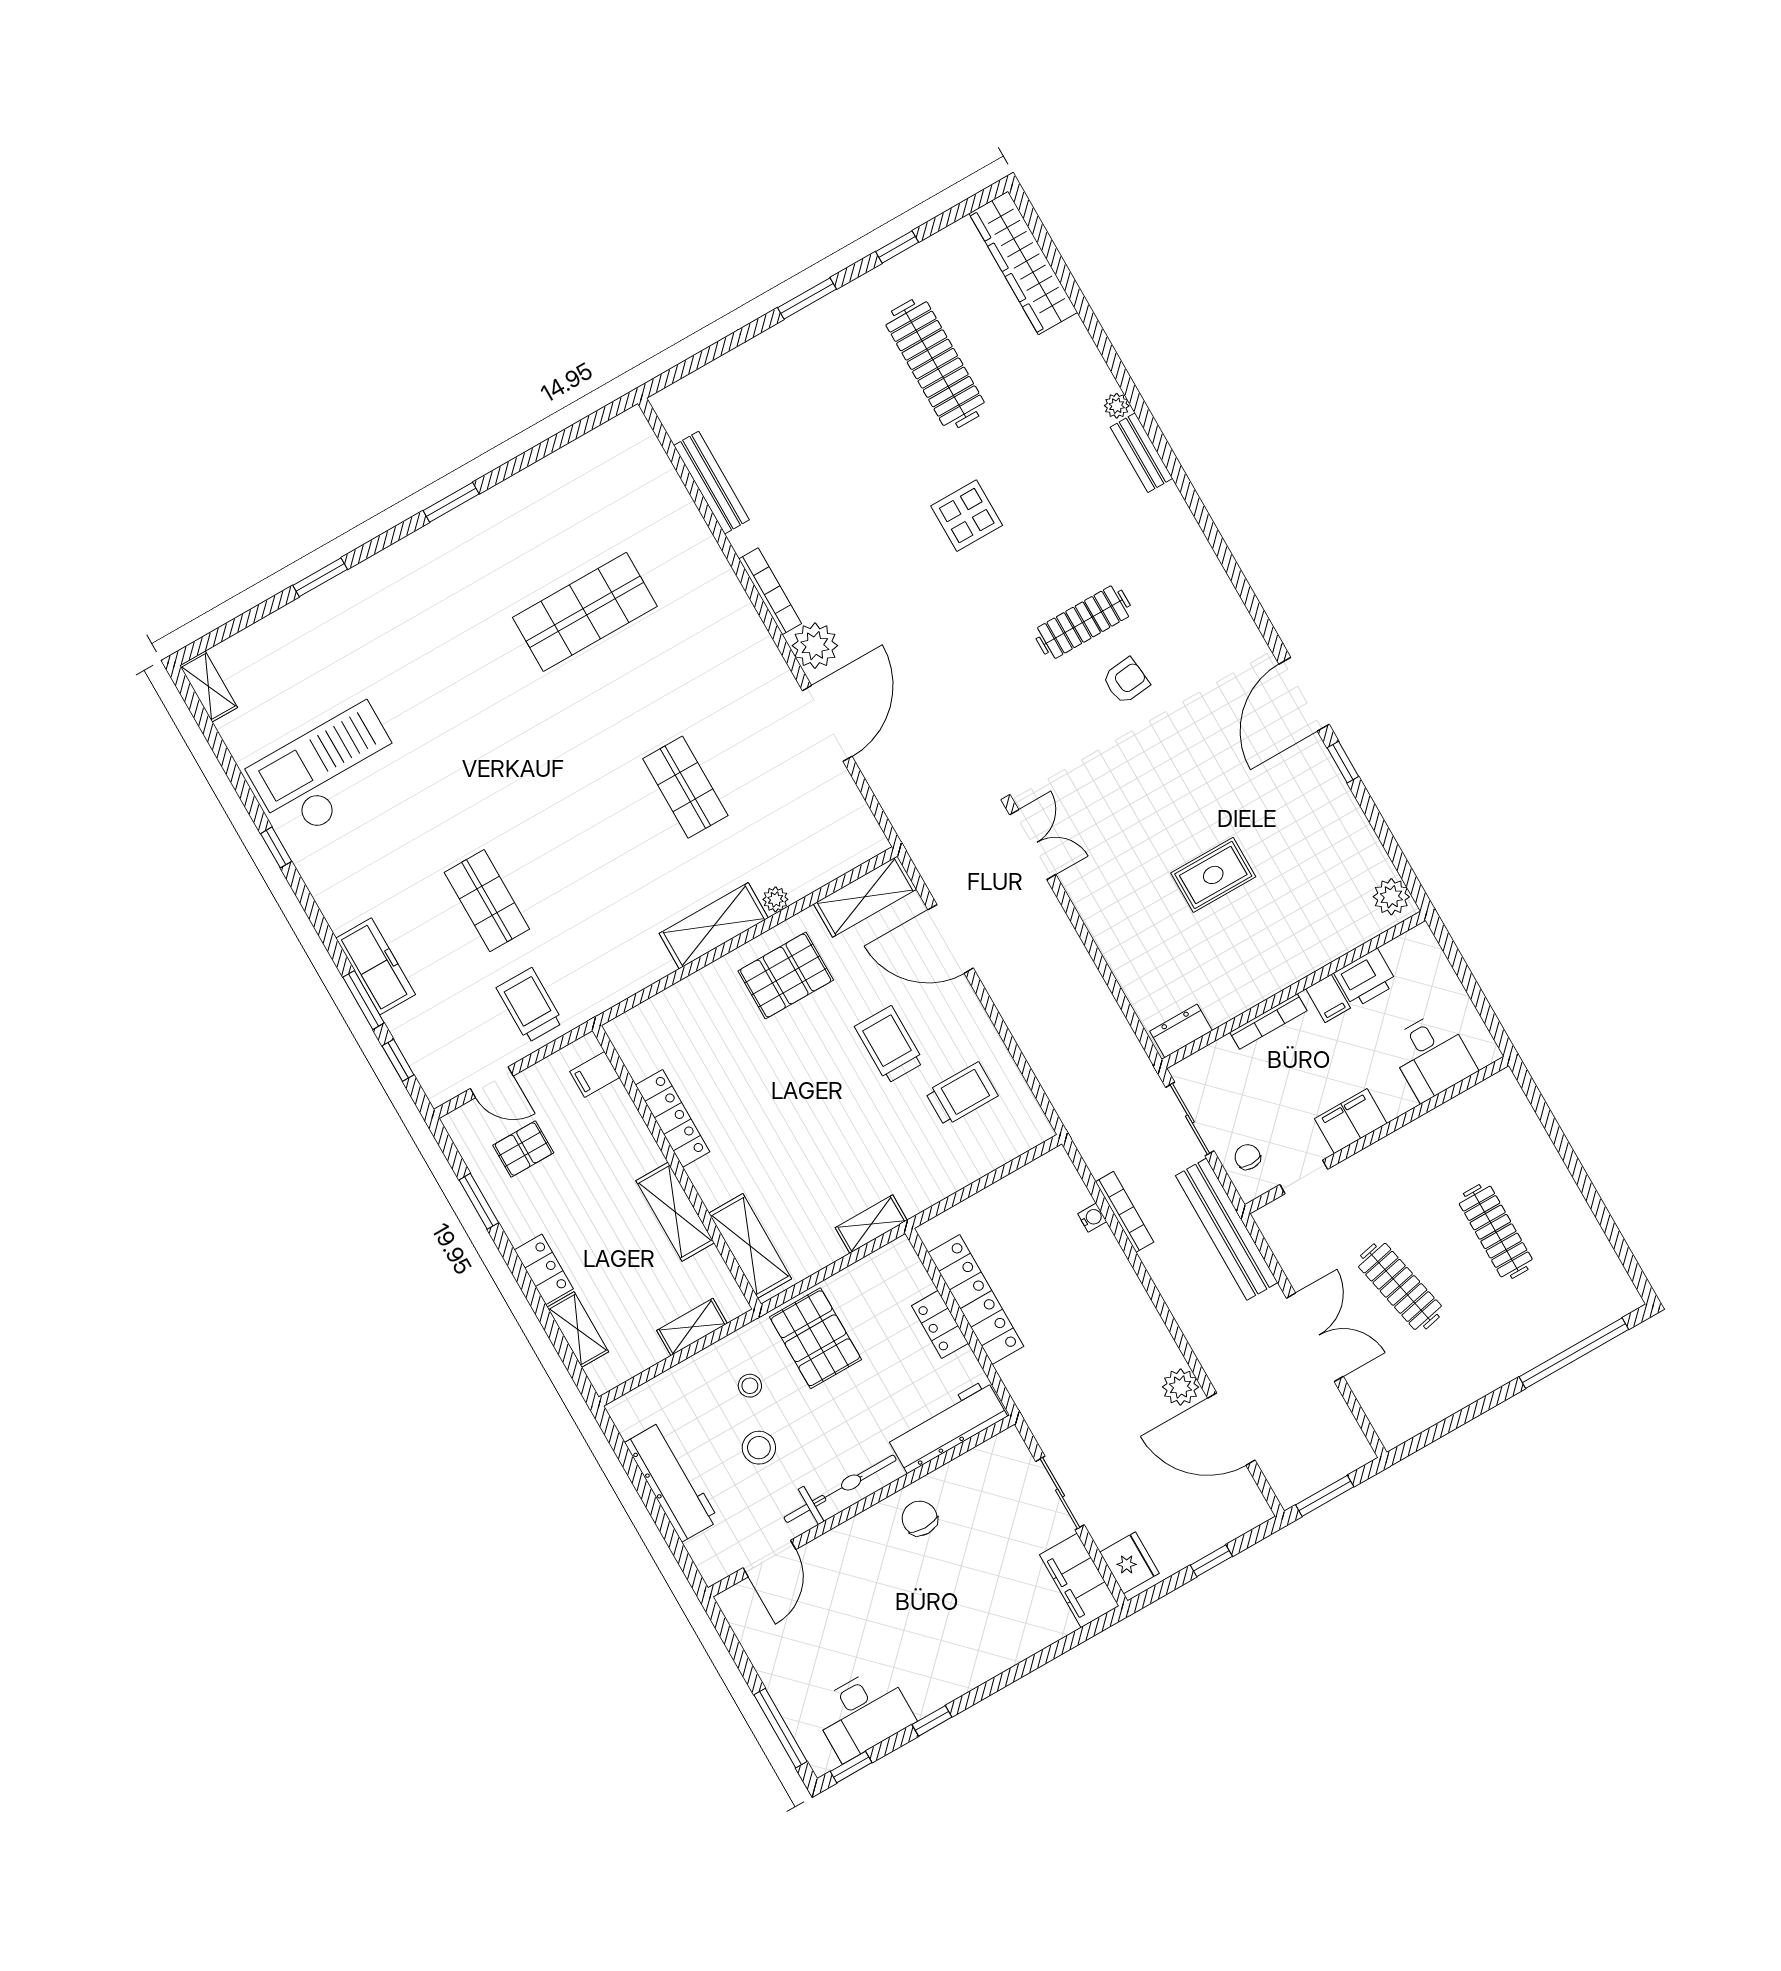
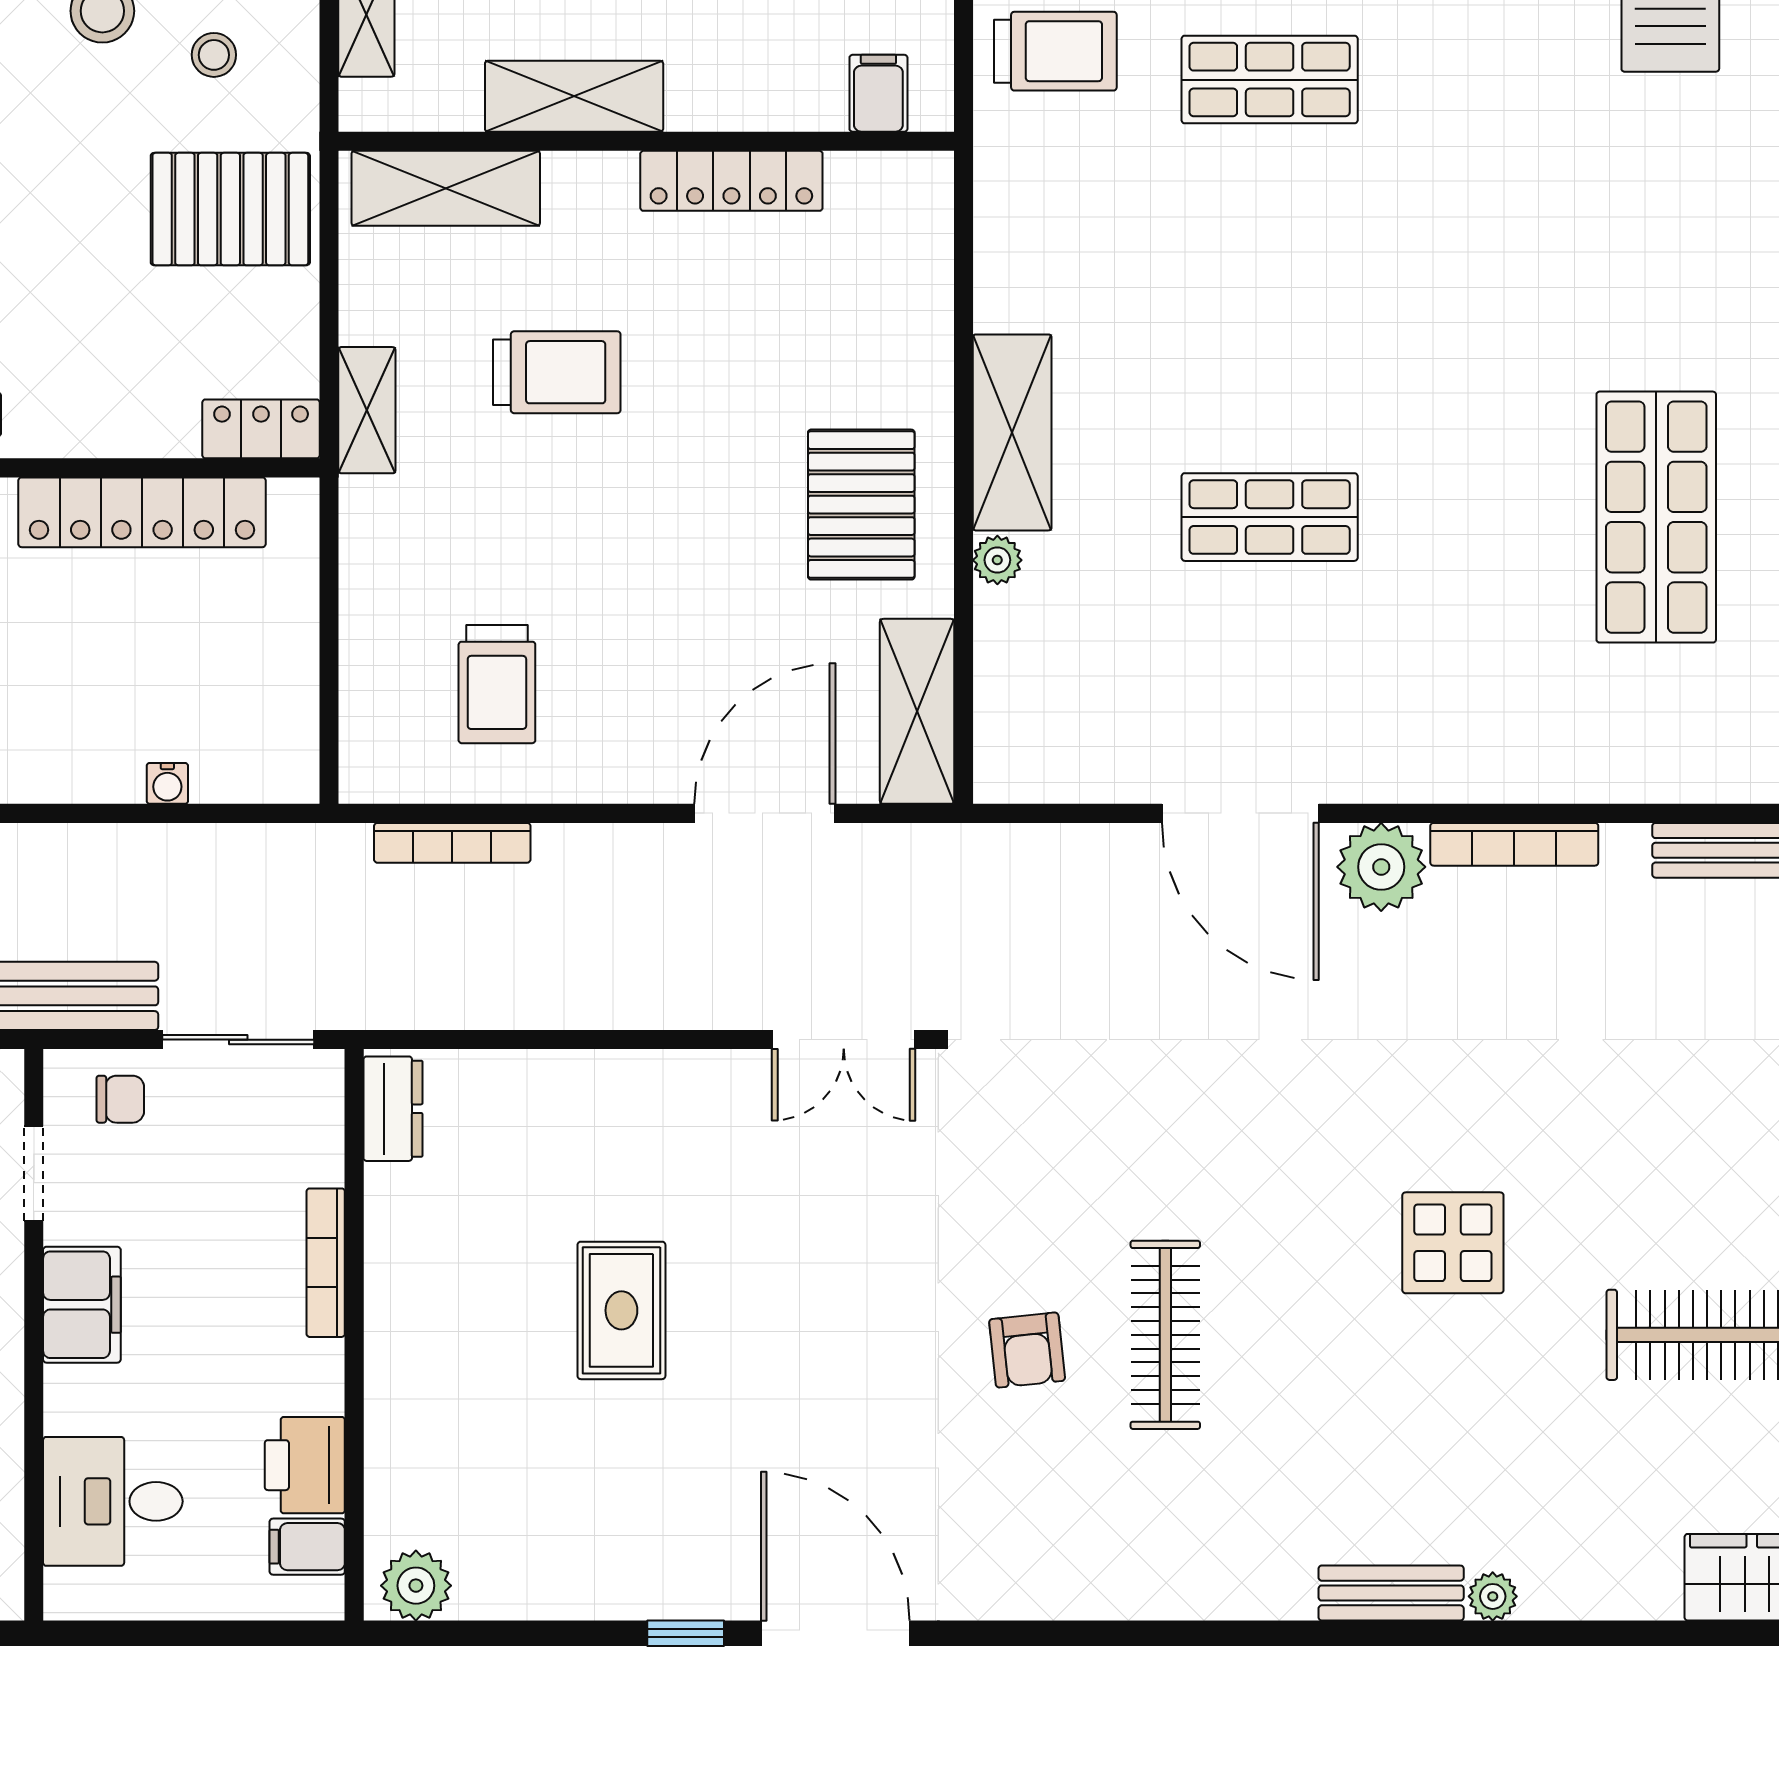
filing cabinet: (1328, 998) -> (307, 1547), moved
trolley: (889, 1045) -> (557, 372), moved
bookcase: (1125, 1212) -> (452, 843), moved
locker: (940, 1324) -> (261, 429), moved

